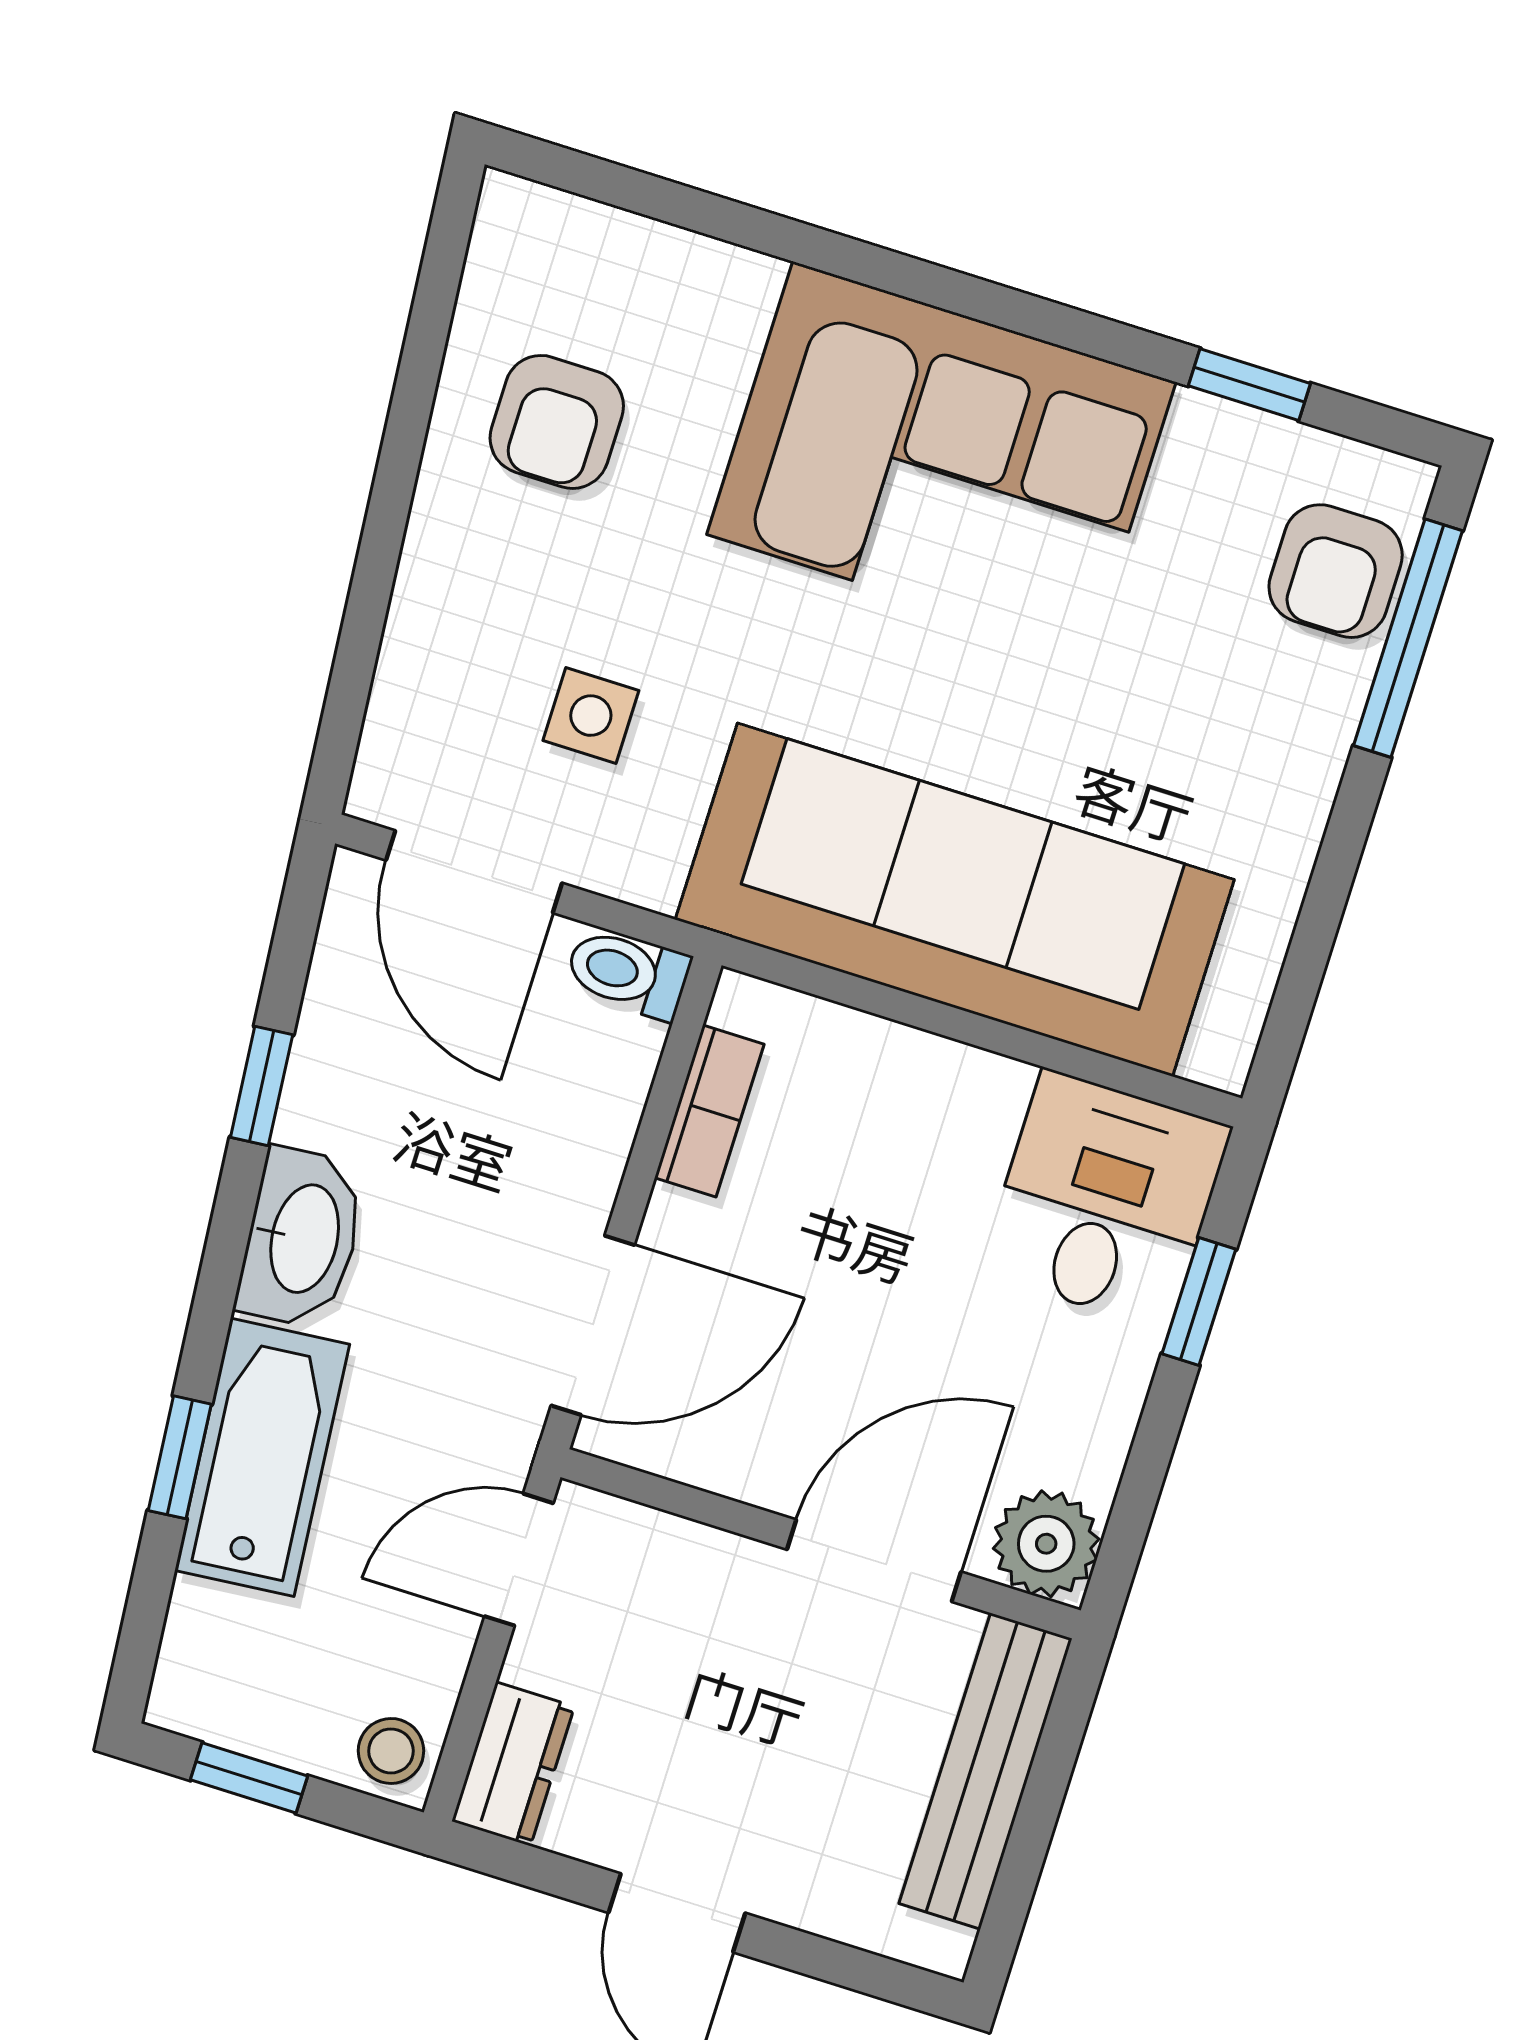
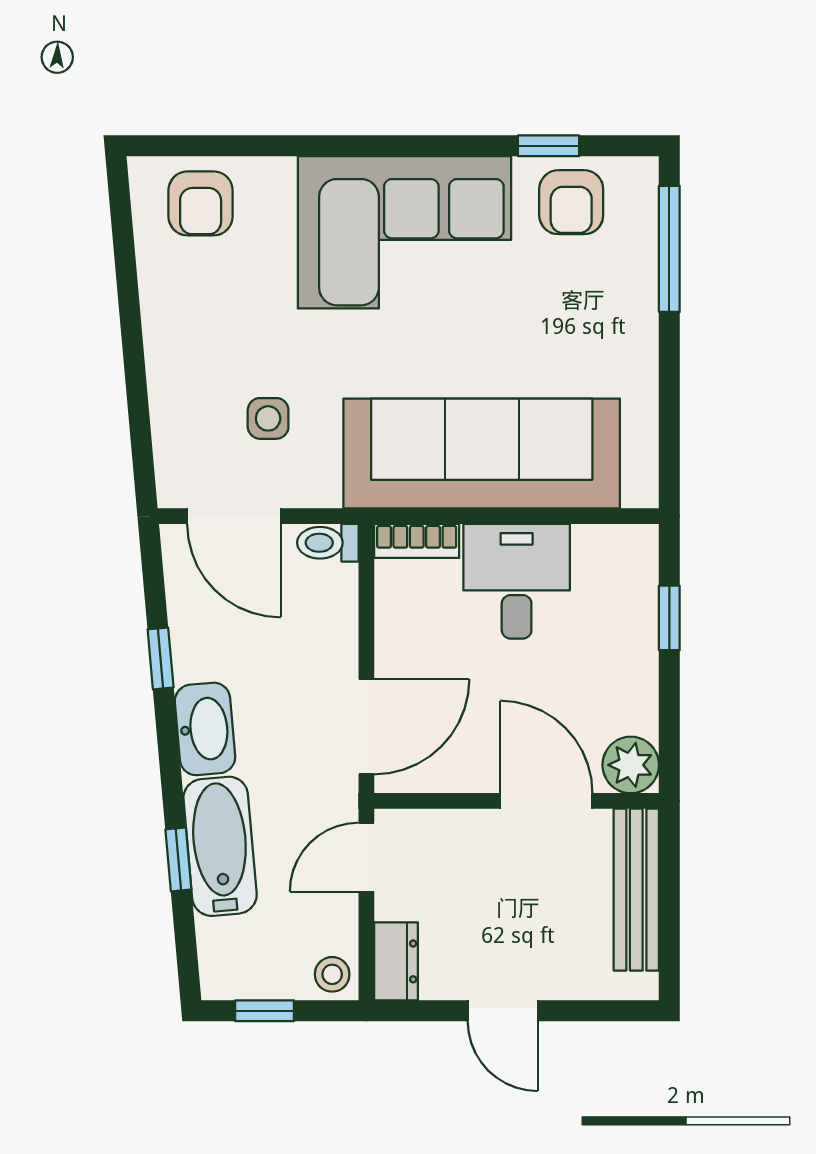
armchair: (557, 422) -> (201, 203), moved
armchair: (1336, 571) -> (571, 202), moved
bookcase: (709, 1111) -> (417, 541), moved, turned 90
desk: (1105, 1200) -> (517, 581), moved
door: (874, 1561) -> (546, 801), hinge flipped

